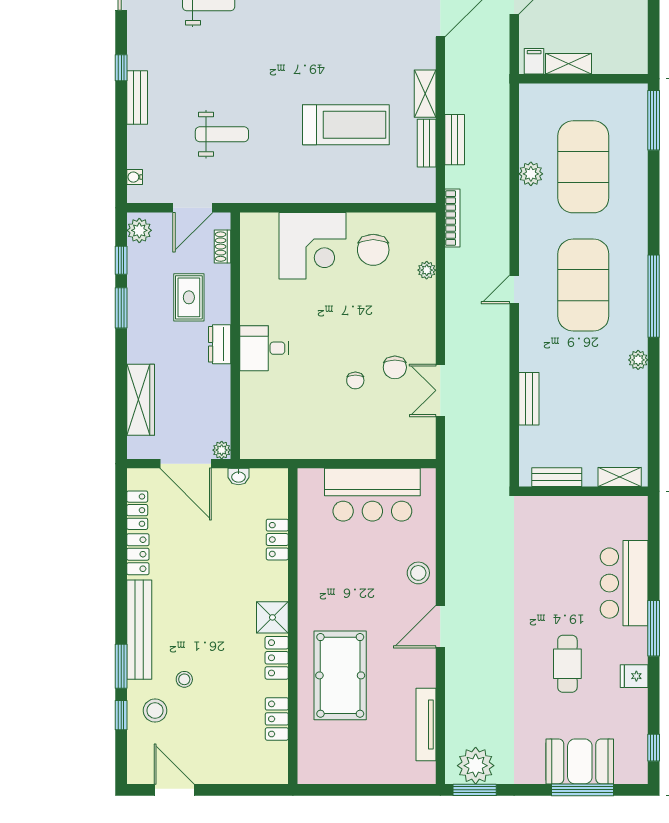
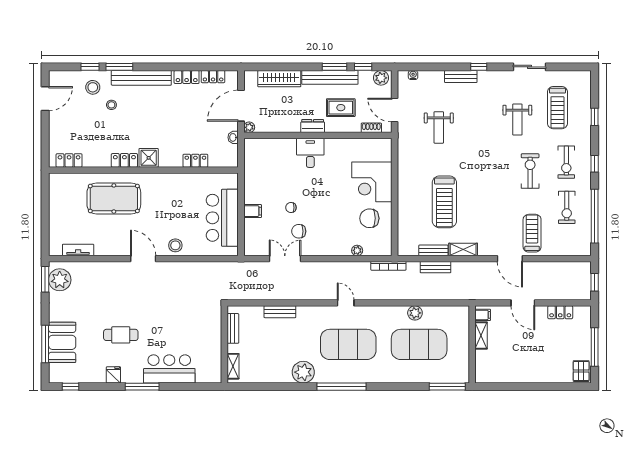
bench: (139, 316) -> (330, 77), added
plant: (638, 360) -> (303, 372), width x1.88, depth x1.88
filing cabinet: (361, 444) -> (253, 211), added
locker: (277, 719) -> (69, 160), moved
tv unit: (426, 724) -> (78, 250), width x0.71

